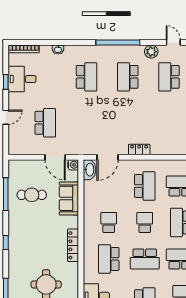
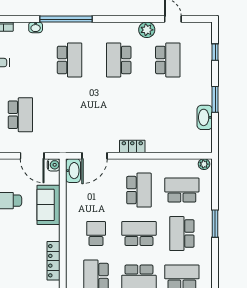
window: (118, 43) -> (66, 19), moved
school desk: (169, 77) -> (168, 60), turned 180
school desk: (145, 222) -> (139, 234), width x1.85

